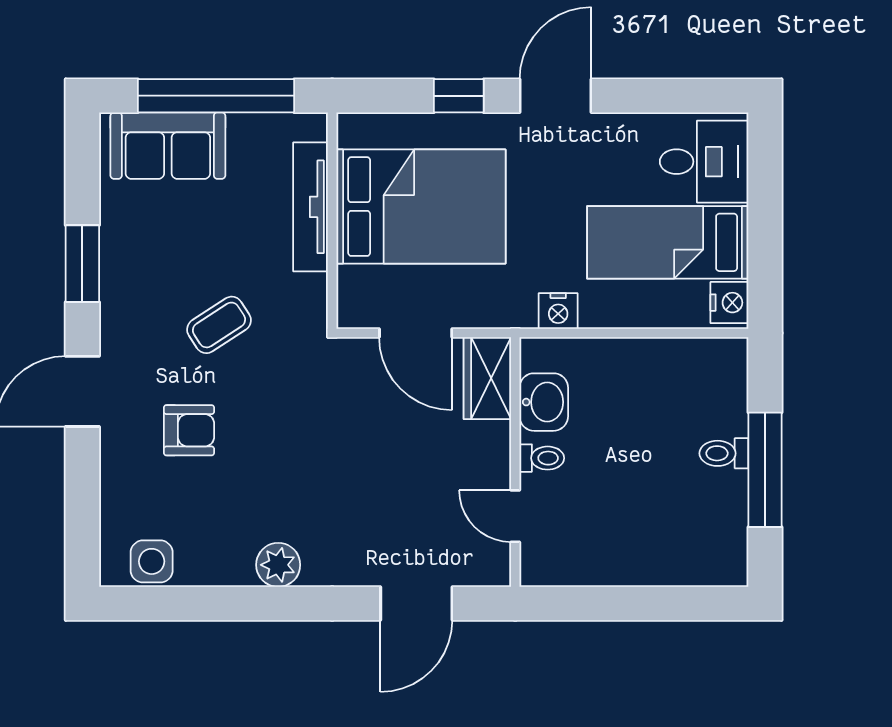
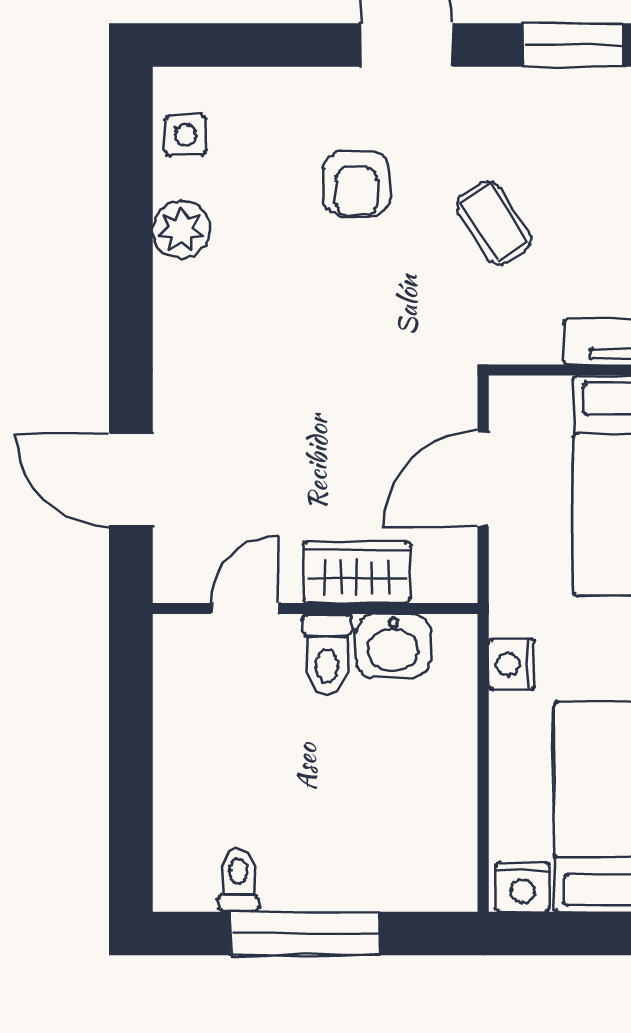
wardrobe: (487, 378) -> (357, 572), moved
toilet: (724, 453) -> (238, 880), moved
toilet: (542, 458) -> (327, 654), width x1.37, depth x1.39
side table: (152, 561) -> (186, 135), width x0.73, depth x0.73
plant: (278, 565) -> (181, 230), moved

